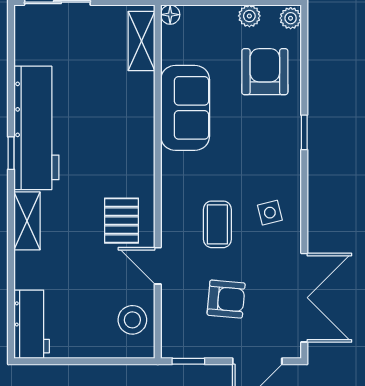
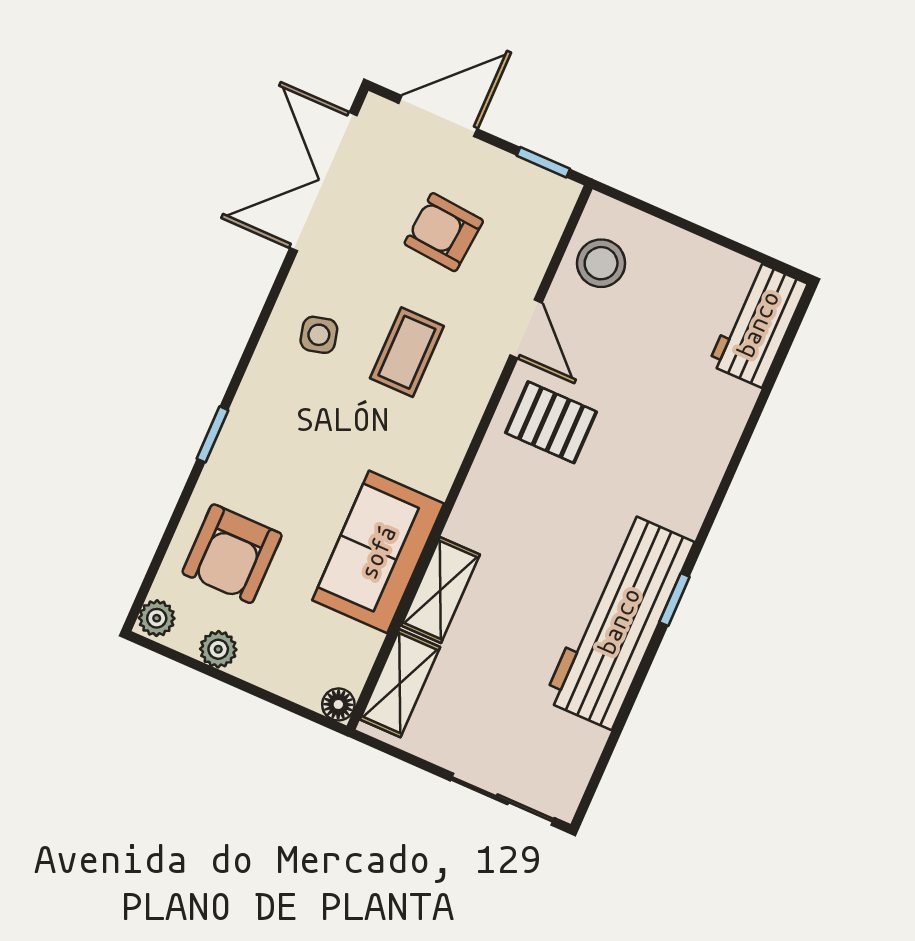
shelving: (27, 221) -> (440, 590), moved
pallet: (121, 221) -> (551, 422), turned 90

